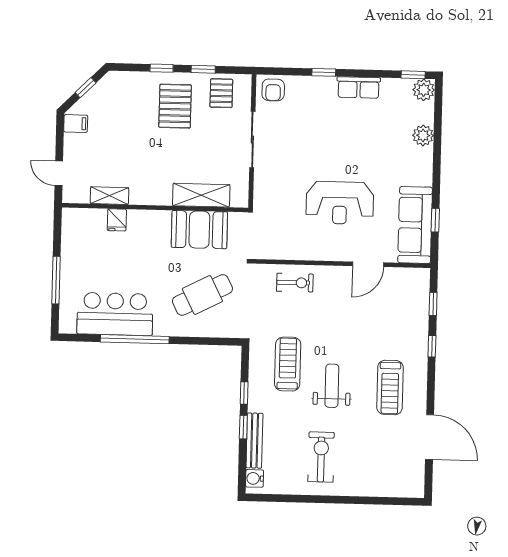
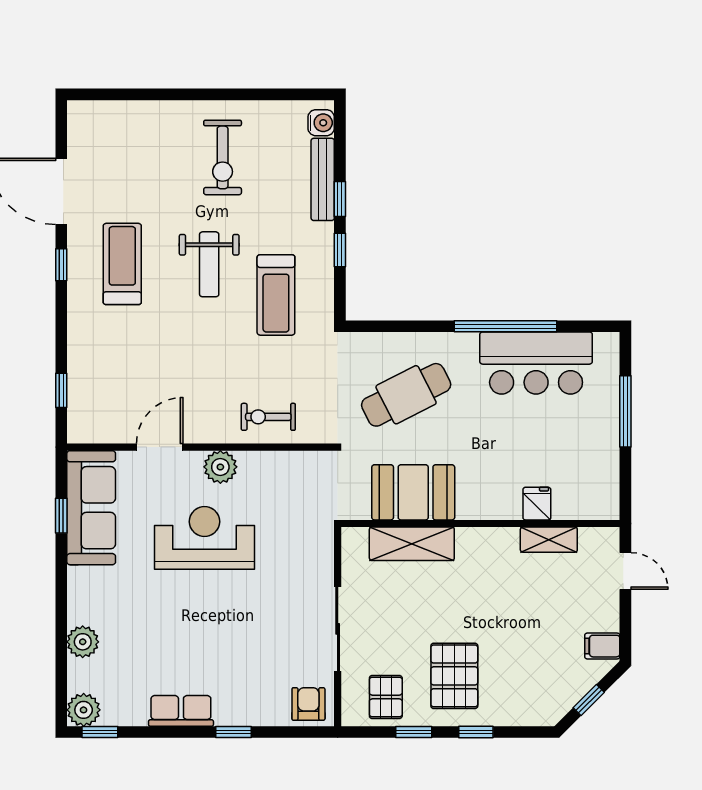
plant: (328, 250) -> (220, 467), added
window: (432, 346) -> (61, 265), moved

